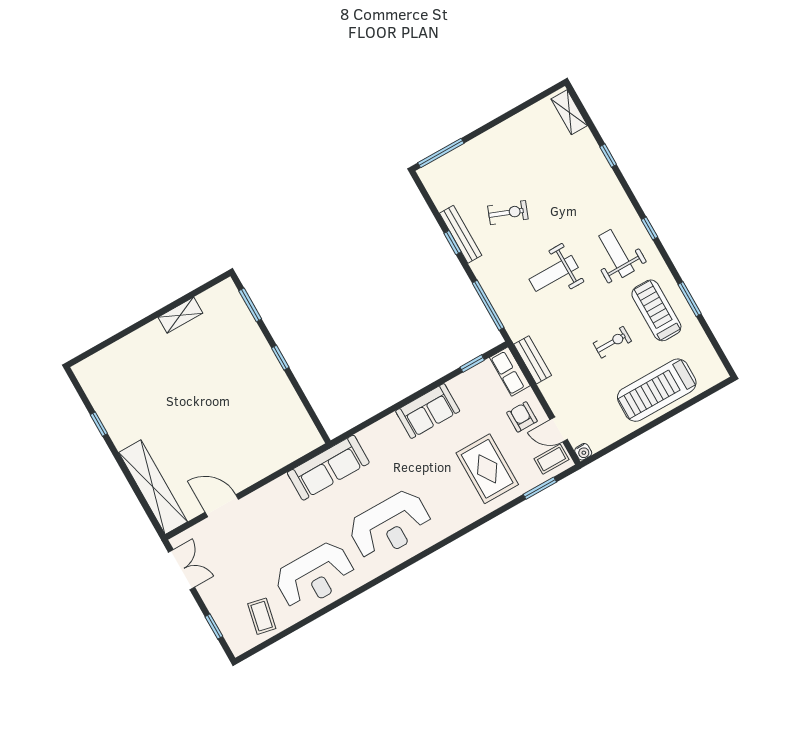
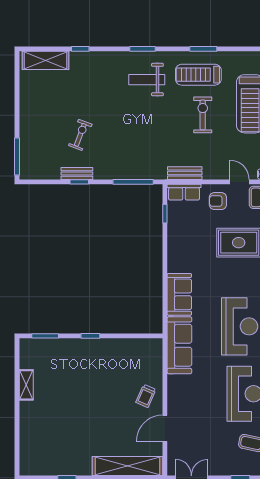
shelving: (569, 112) -> (46, 60), width x1.50, depth x1.33
window: (649, 228) -> (143, 49), width x1.50
bench: (461, 234) -> (77, 174), width x0.73
weight bench: (554, 273) -> (137, 128), removed
exercise bike: (612, 342) -> (203, 115), width x1.38, depth x1.39
sofa: (428, 411) -> (179, 294), moved
door: (559, 430) -> (240, 182), swing flipped
trolley: (247, 462) -> (146, 396), added

